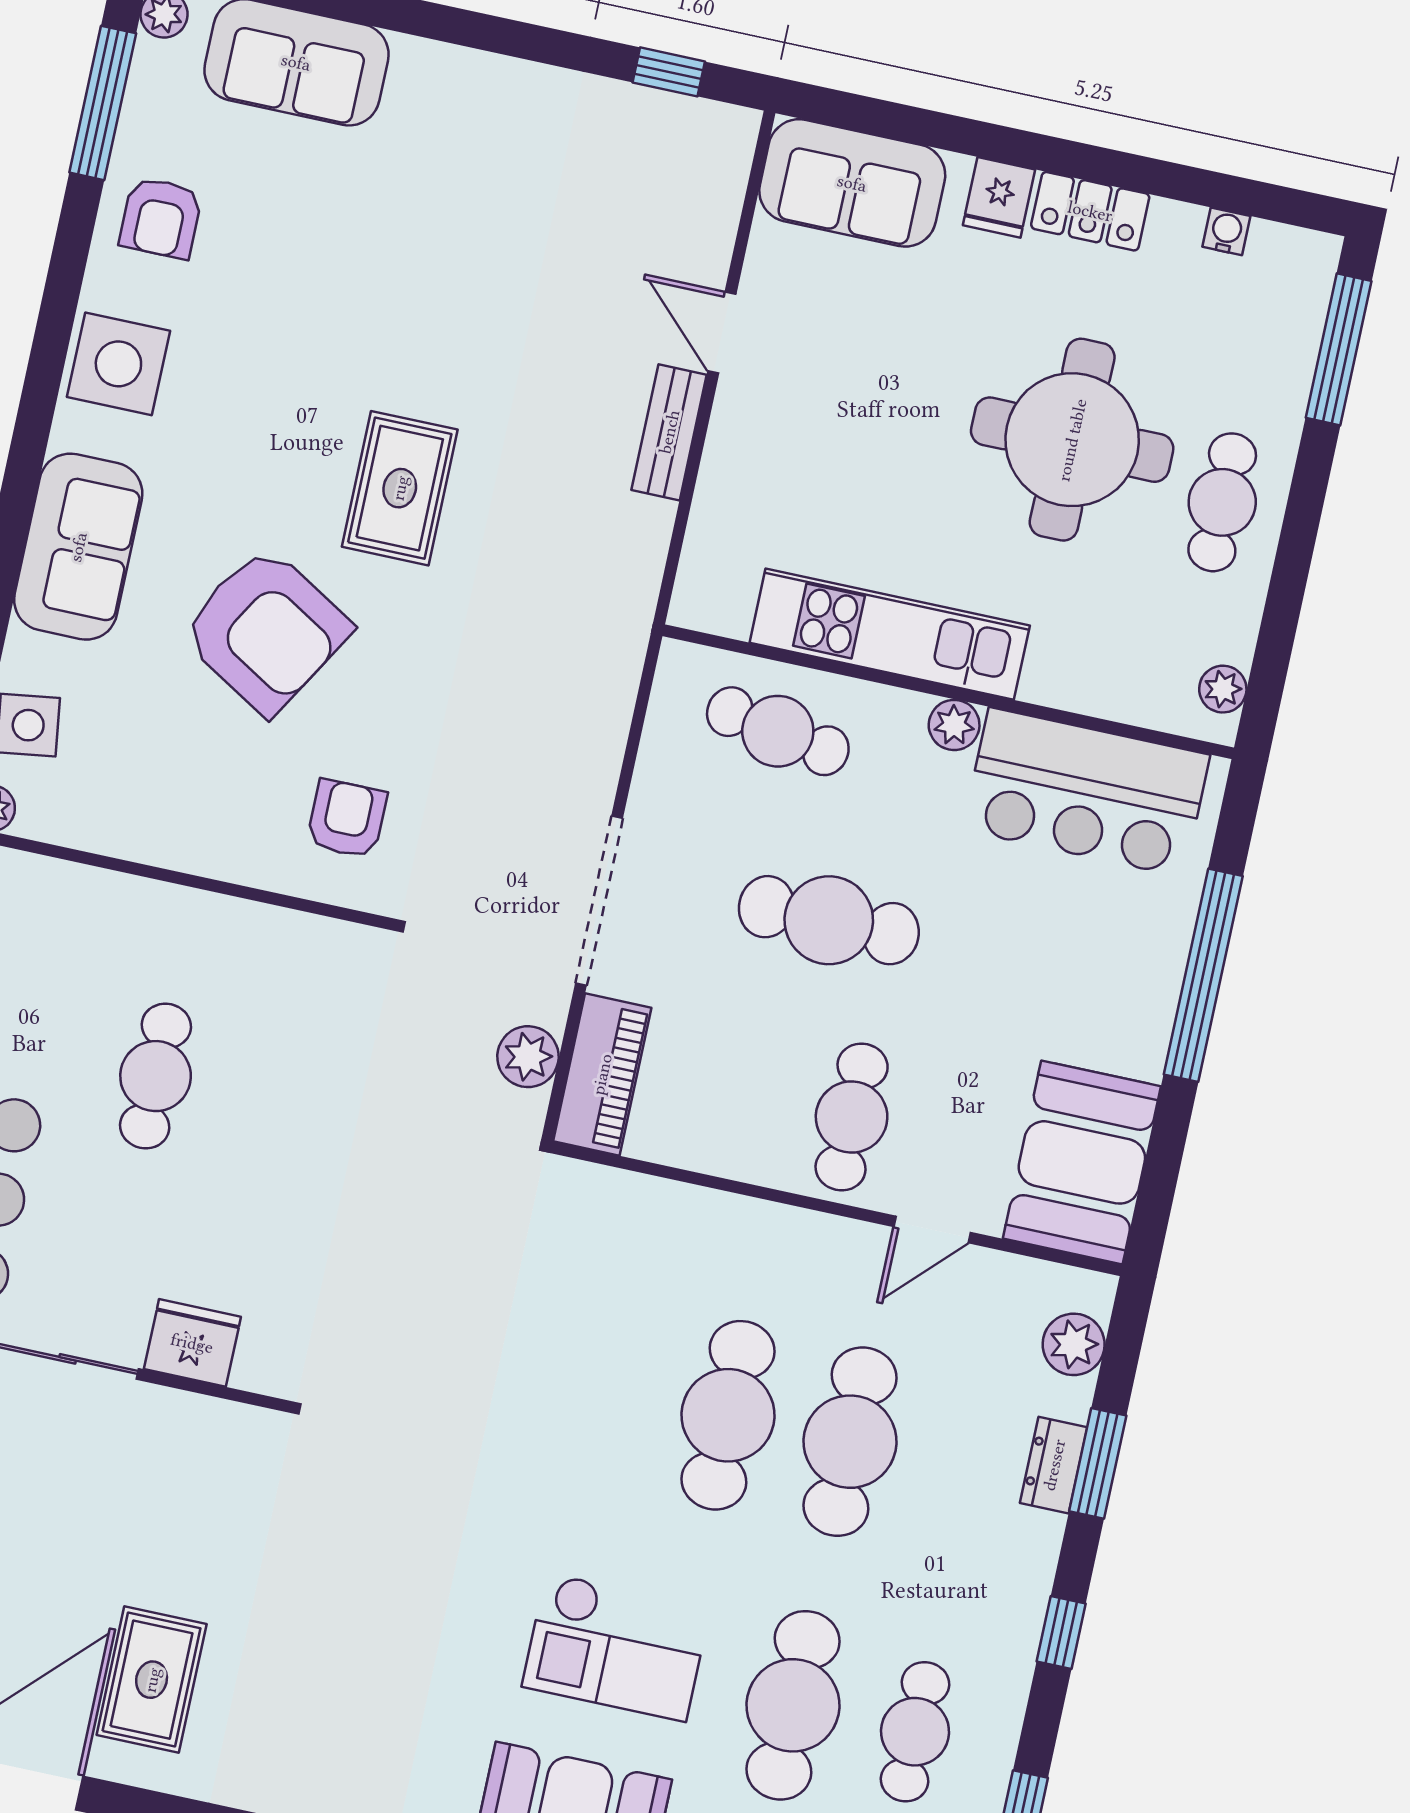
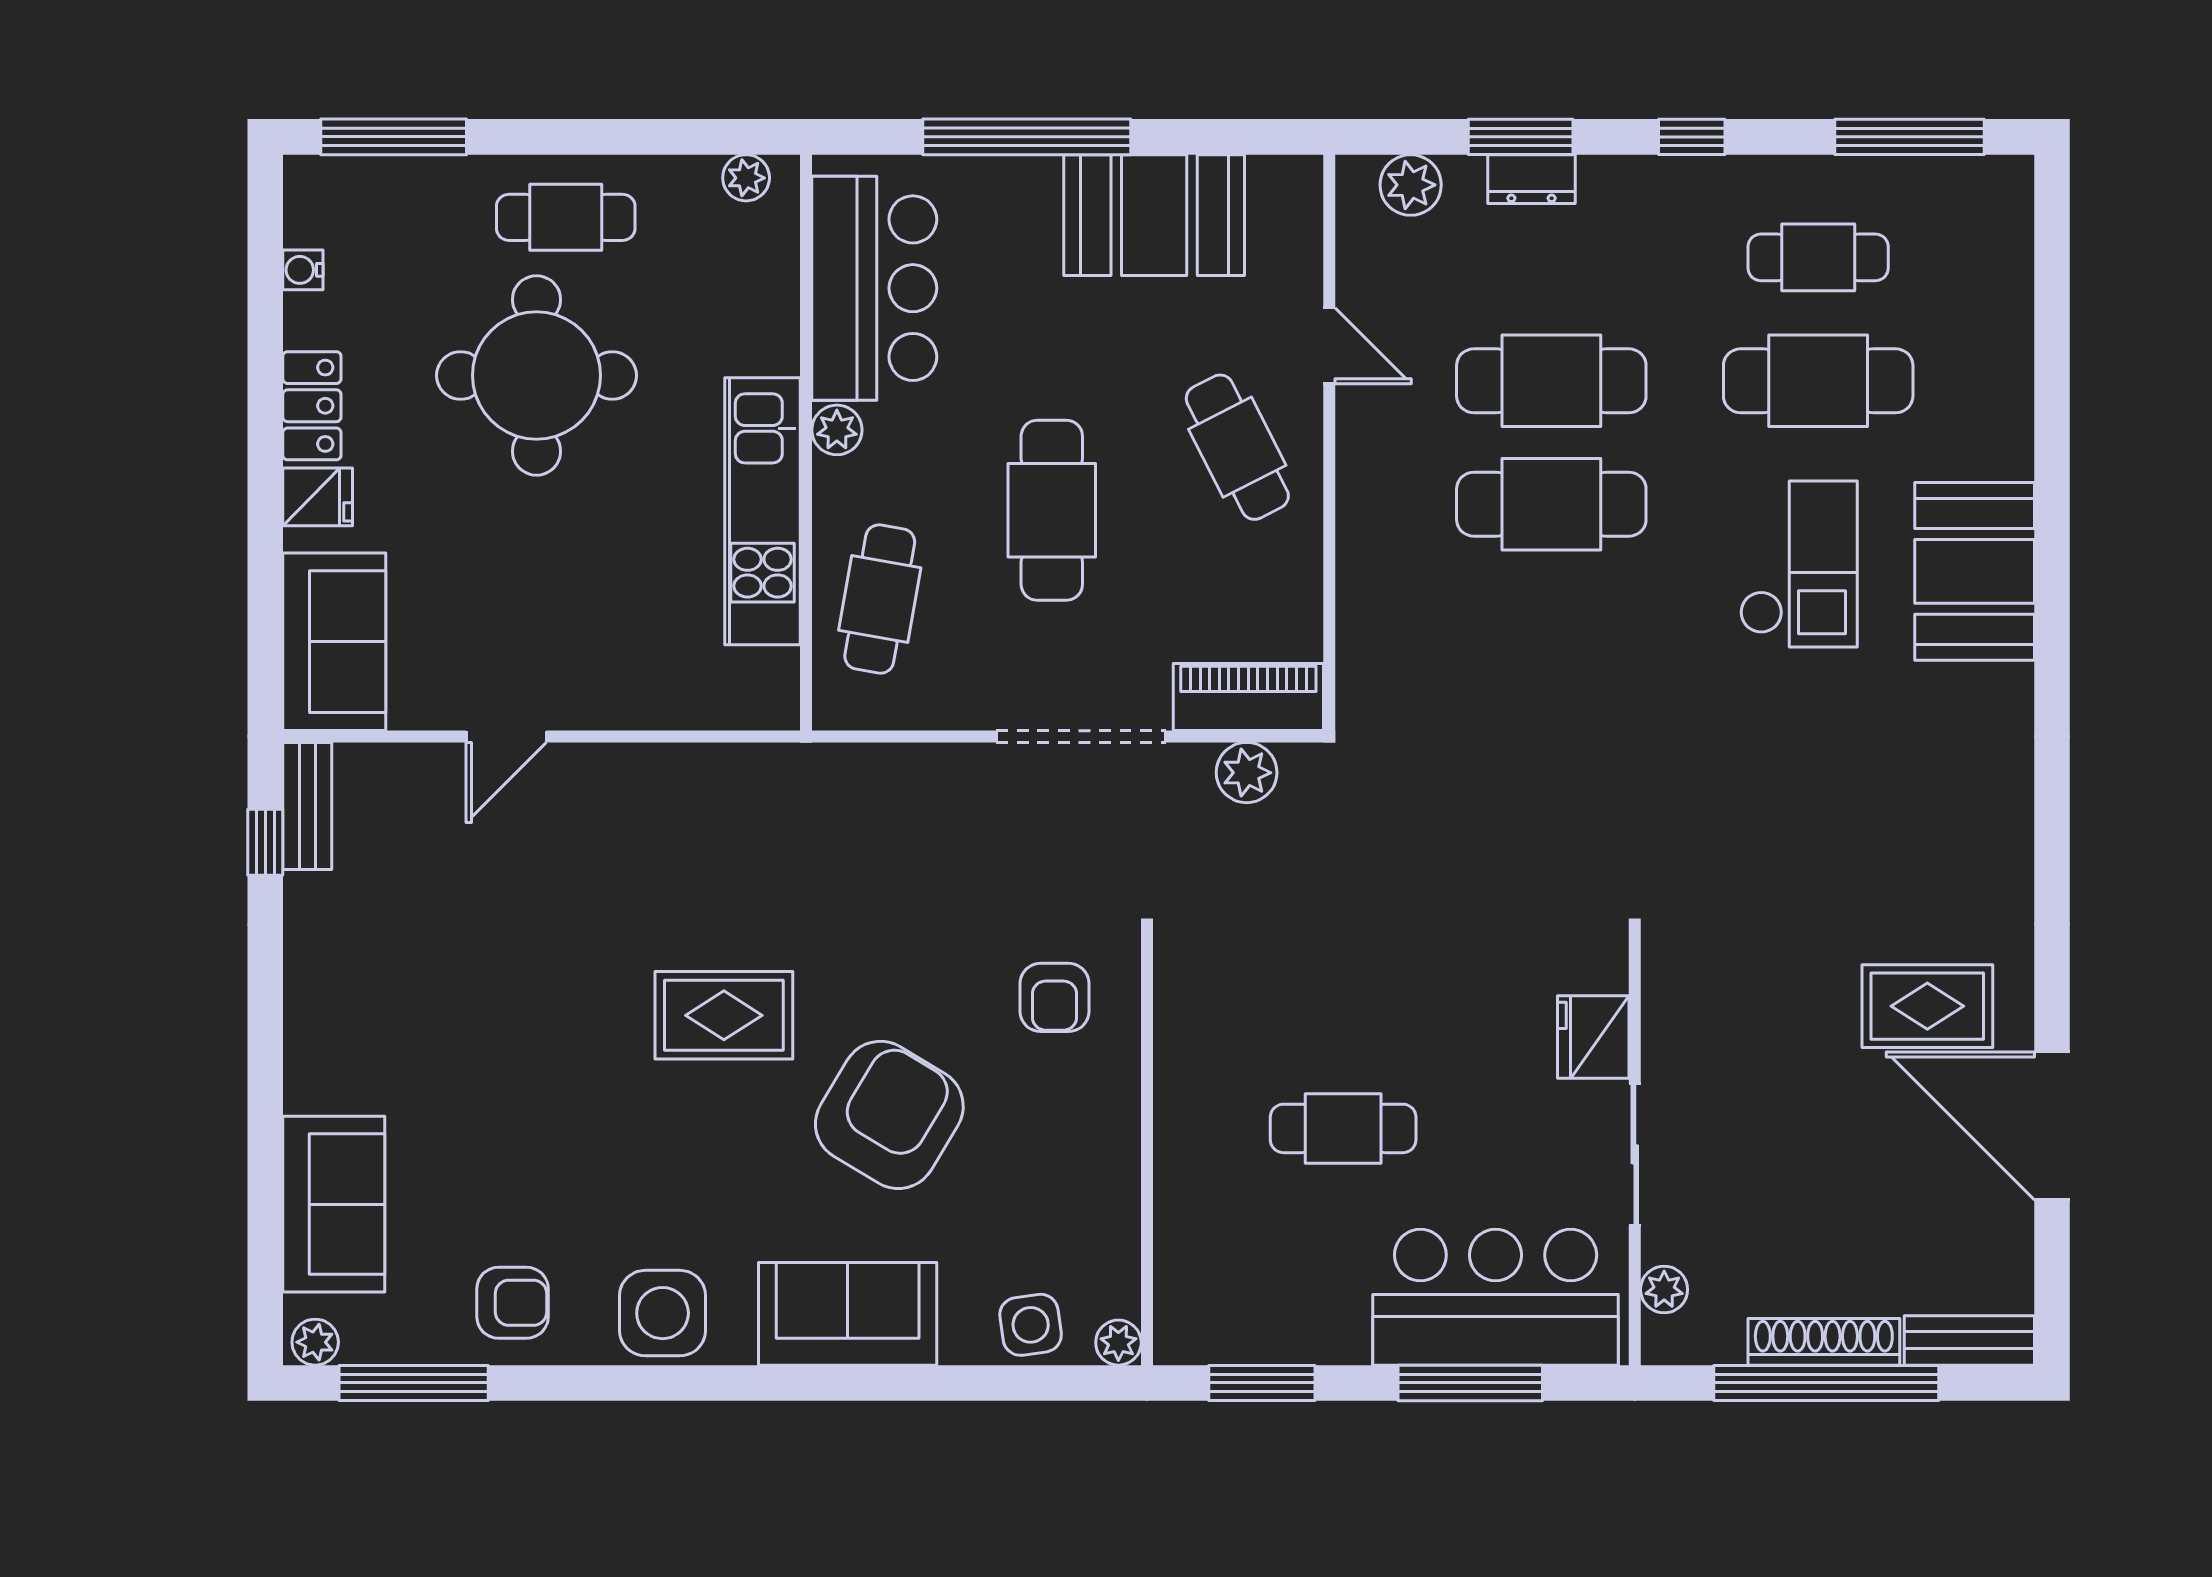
bench: (669, 432) -> (307, 806), moved, turned 90
armchair: (347, 819) -> (1055, 997), turned -90
cafe table: (852, 1117) -> (1237, 447), turned 63
booth: (1082, 1162) -> (1154, 215), moved

